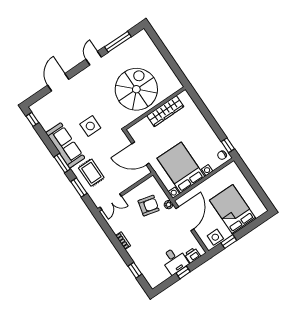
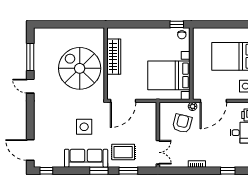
door: (58, 82) -> (30, 150), moved
door: (140, 153) -> (123, 101), moved
door: (185, 219) -> (213, 101), swing flipped

